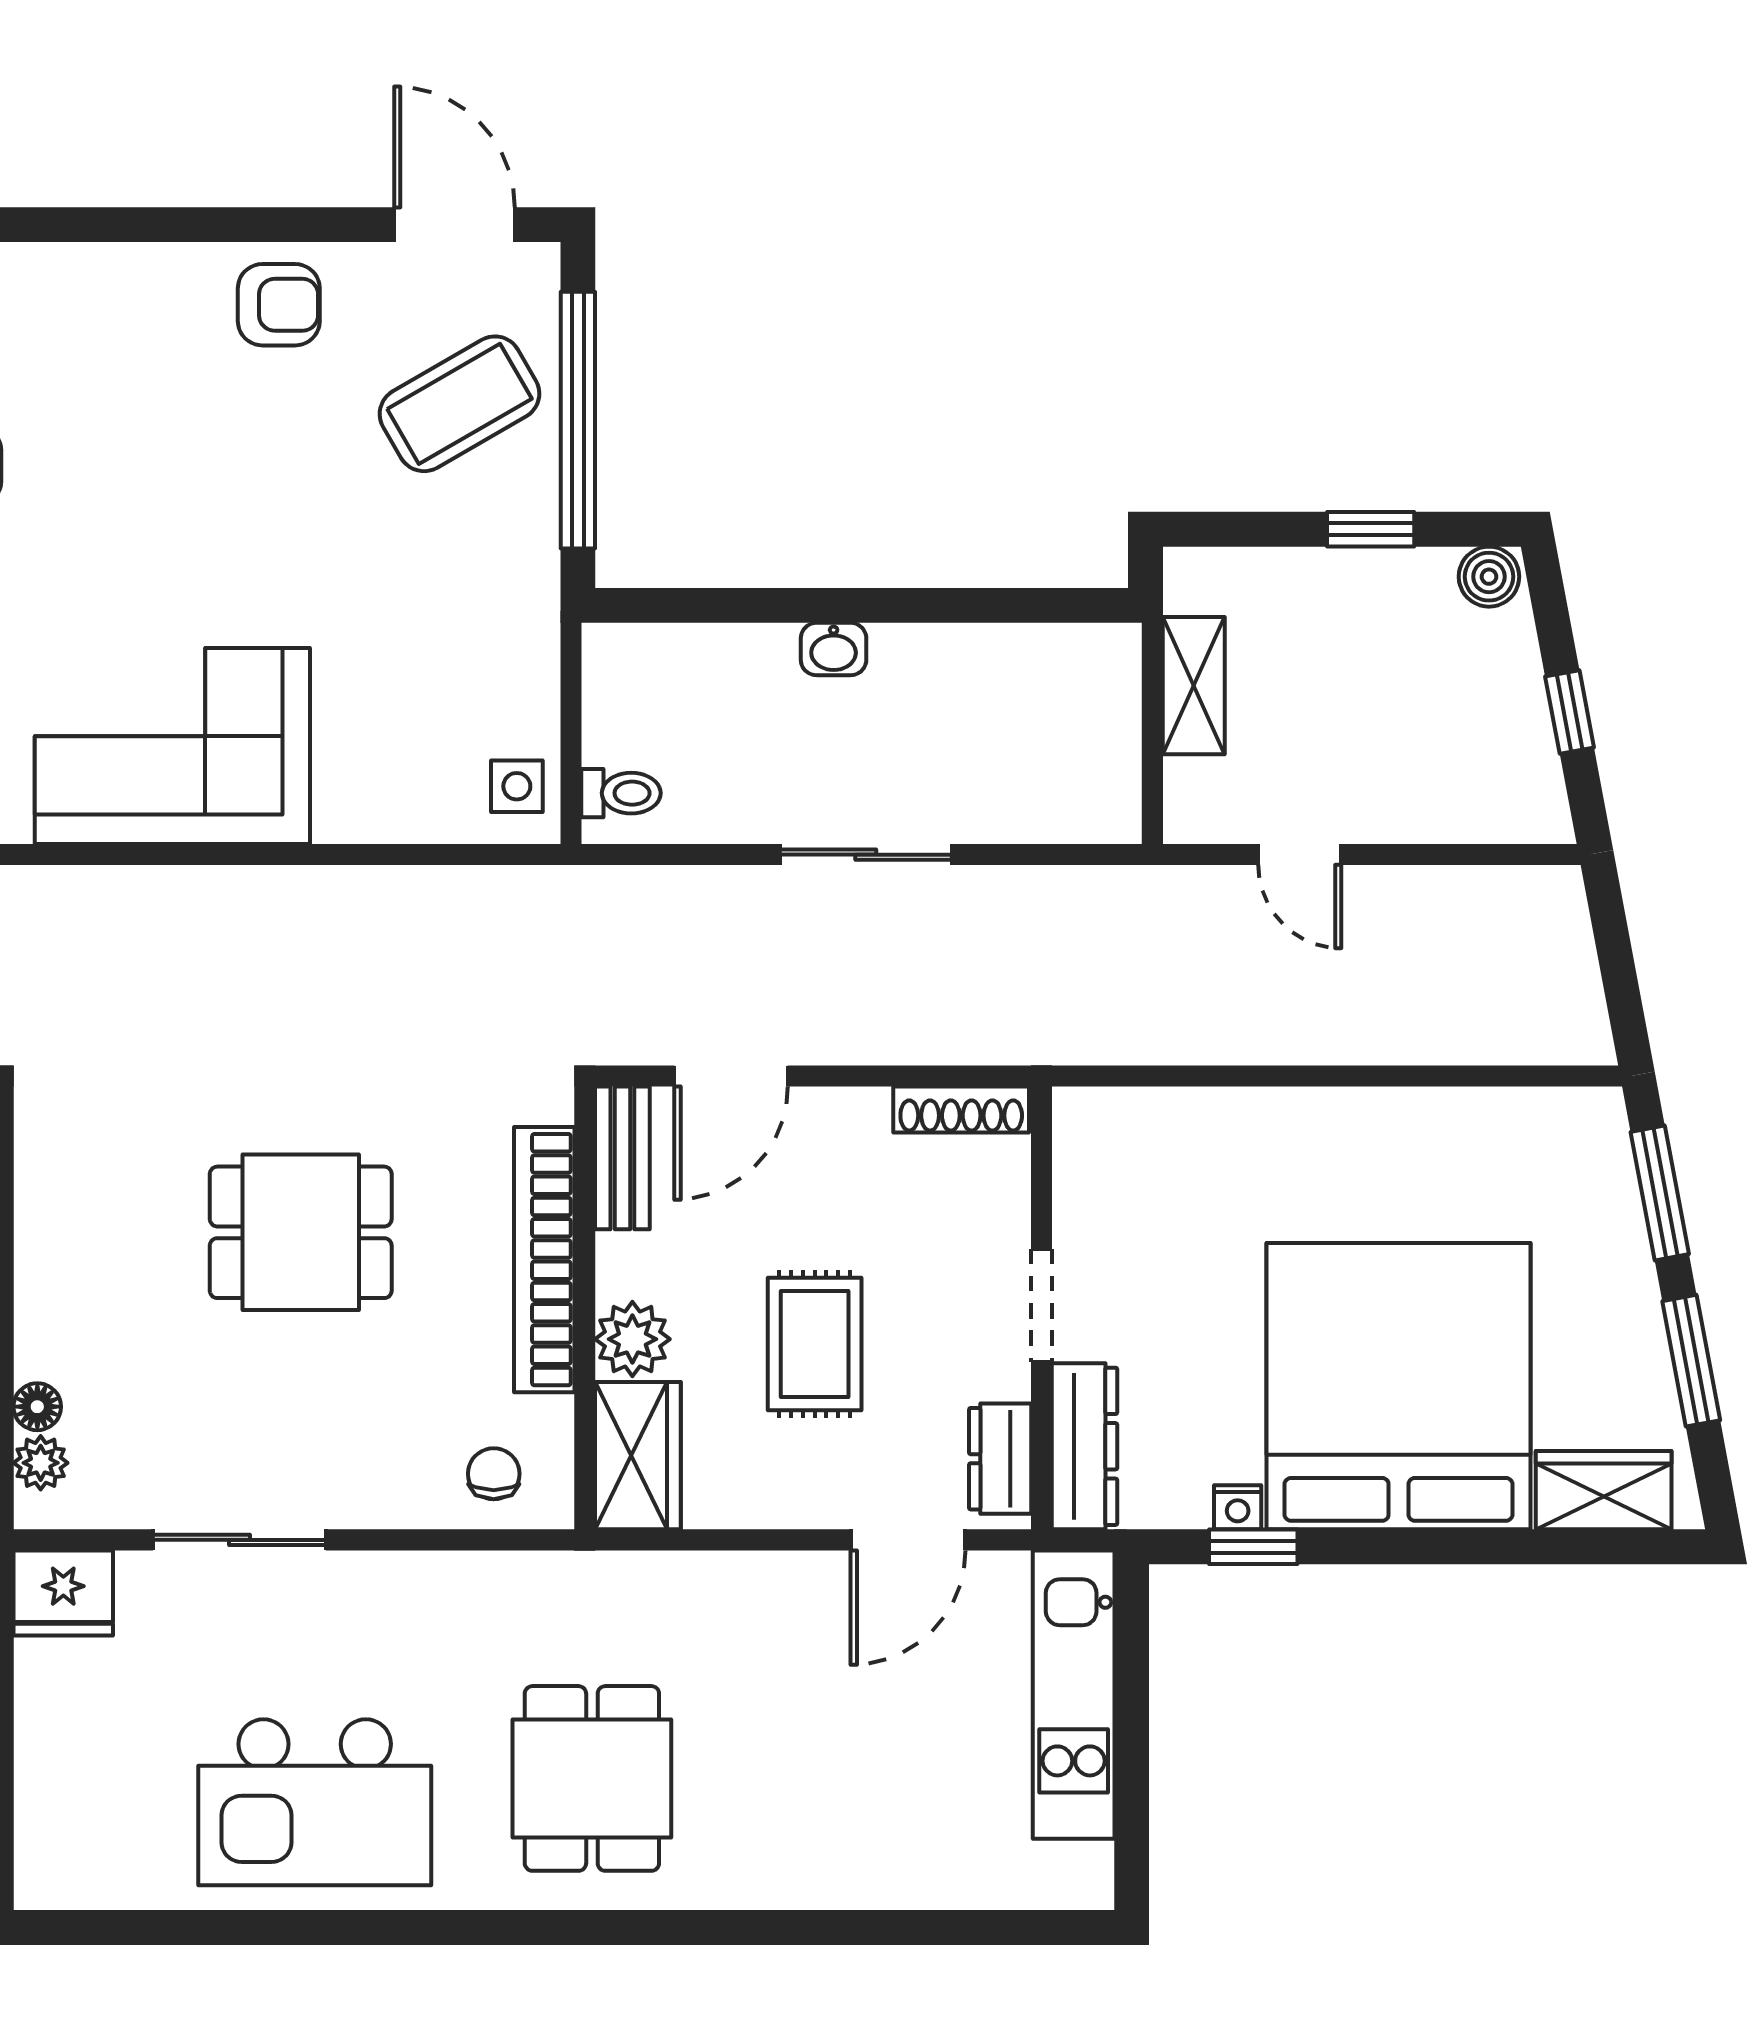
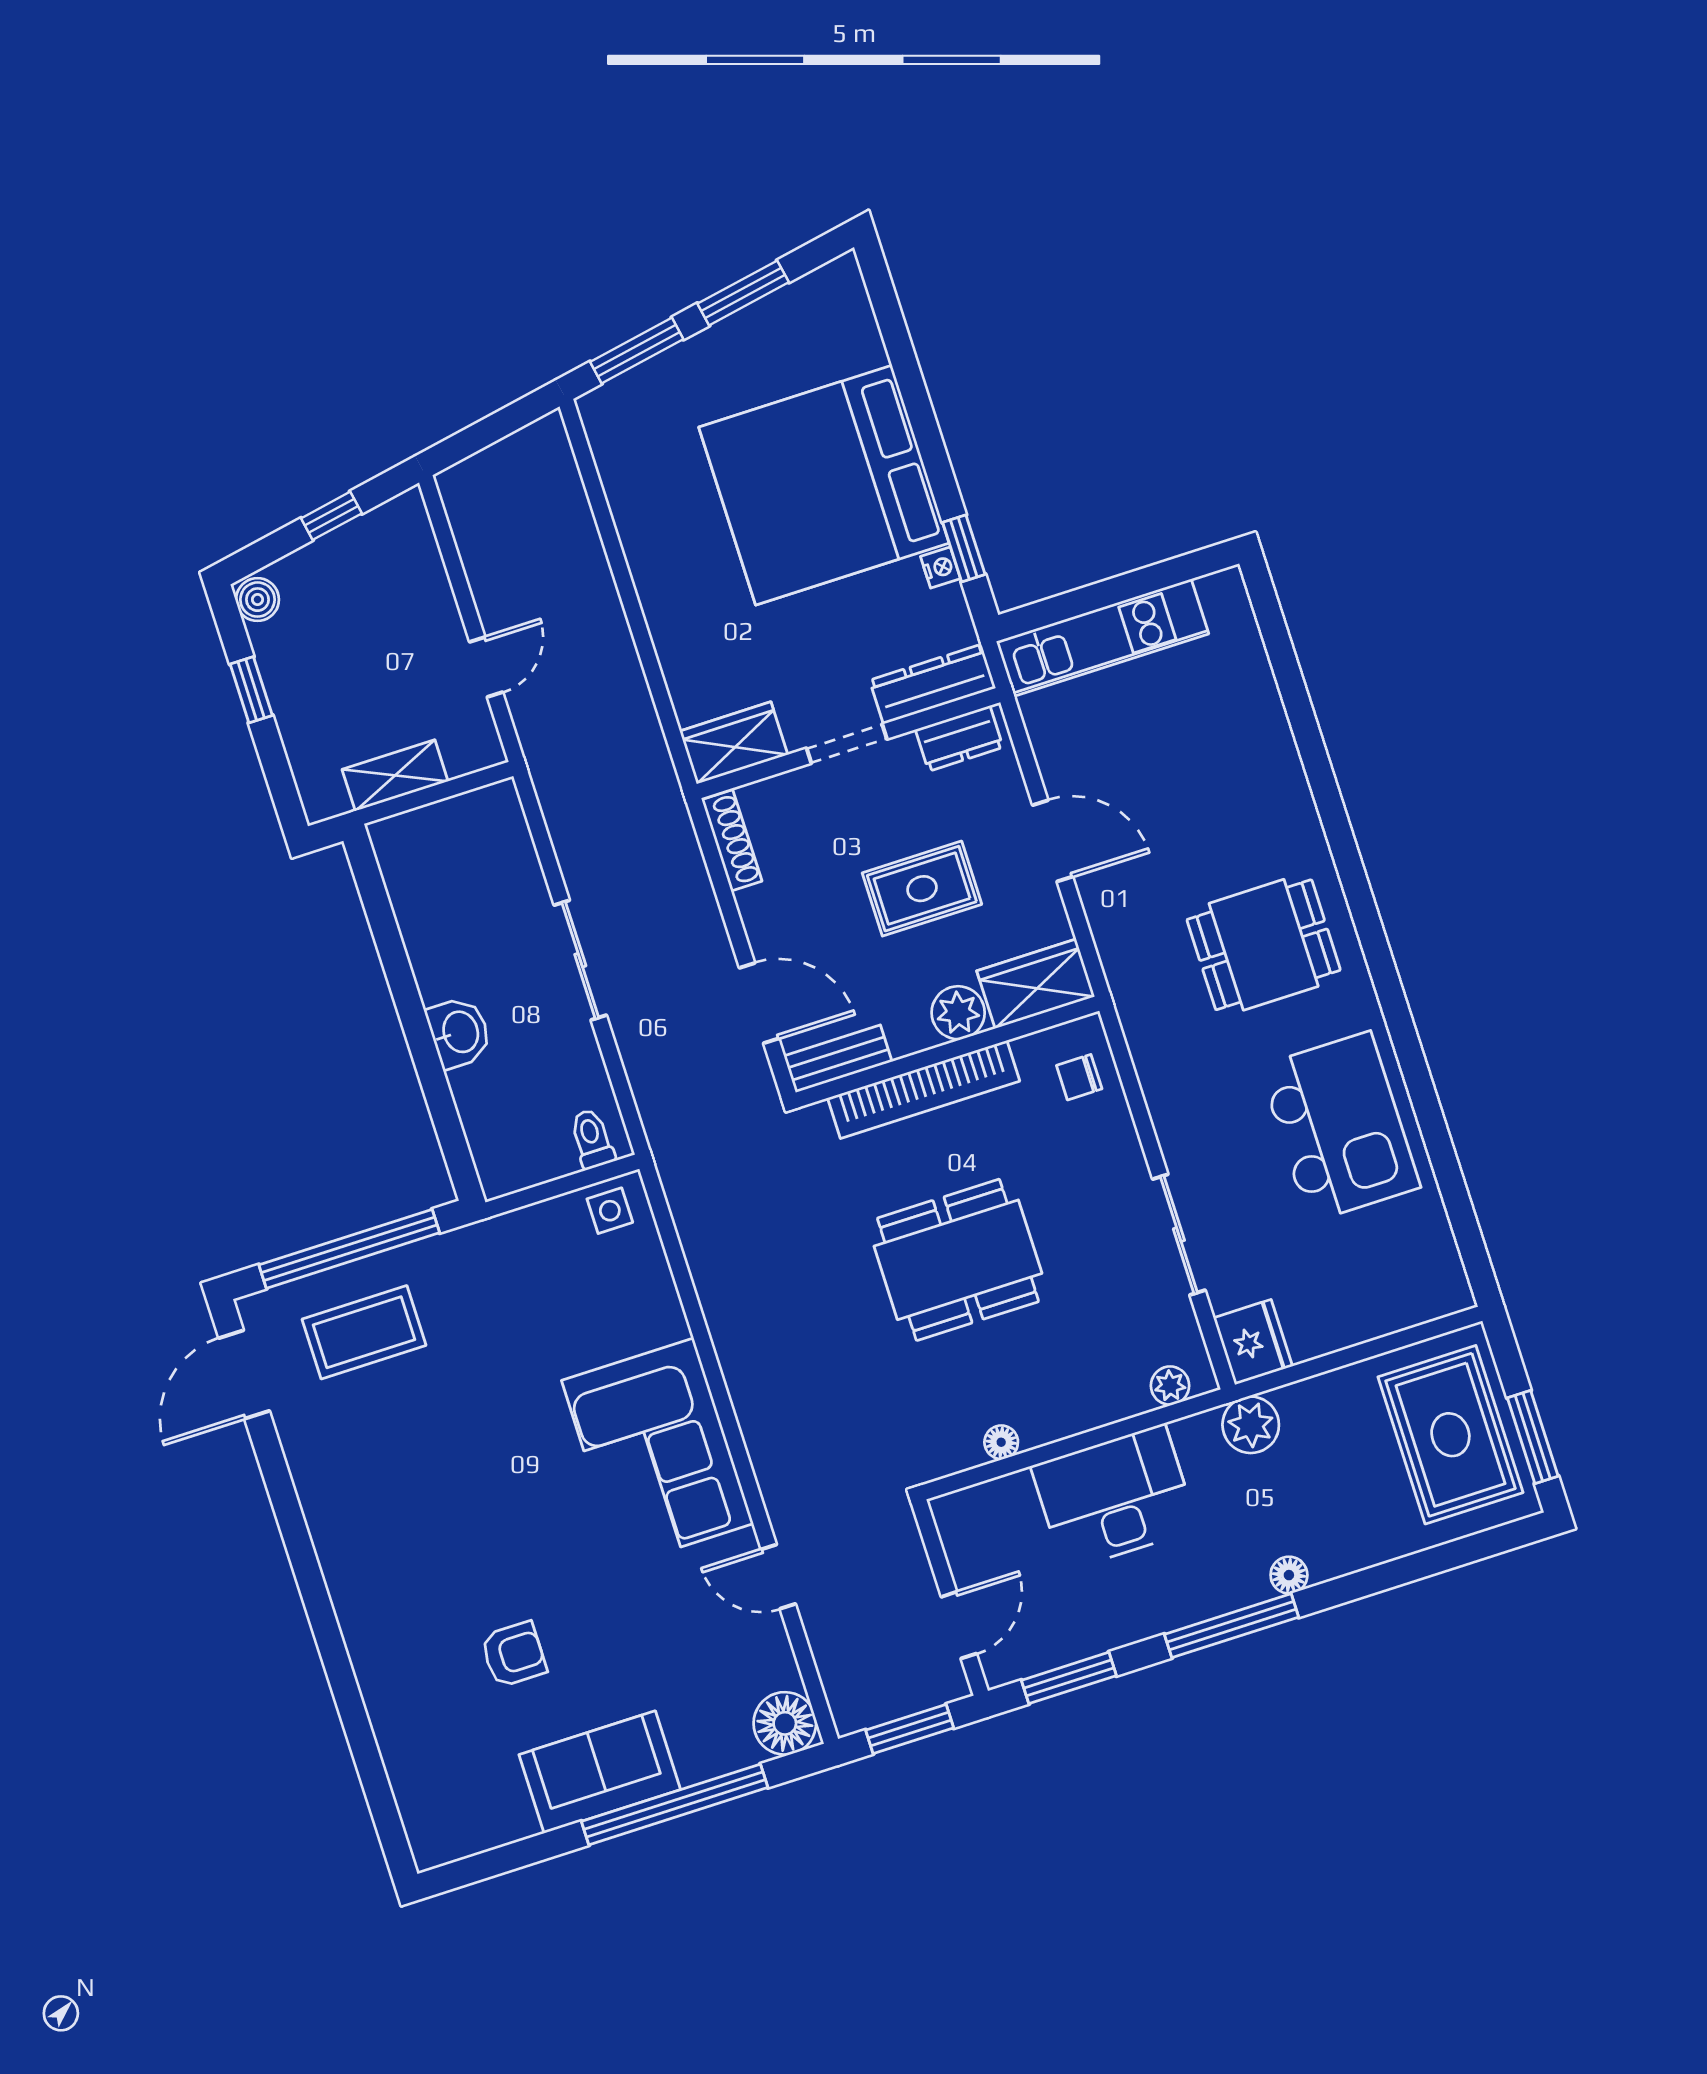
armchair: (279, 305) -> (336, 1476), removed
coffee table: (459, 404) -> (364, 1332), turned -60
washbasin: (834, 649) -> (459, 1032), width x1.38, depth x1.45
dining table: (301, 1232) -> (958, 1260), width x1.38
floor lamp: (37, 1407) -> (1001, 1442), moved
wardrobe: (1604, 1490) -> (734, 743), moved, turned 90
door: (908, 1540) -> (1053, 841), moved

